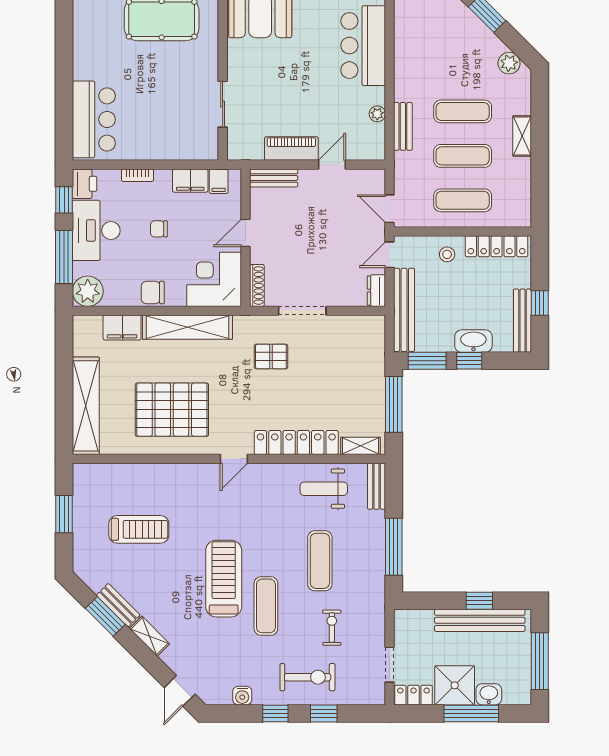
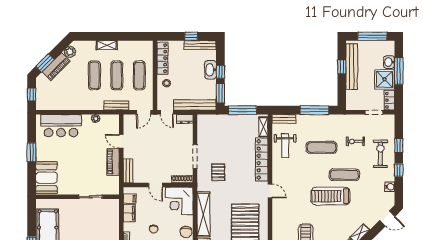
piano: (480, 36) -> (56, 67), added
bench: (403, 126) -> (116, 106), moved

